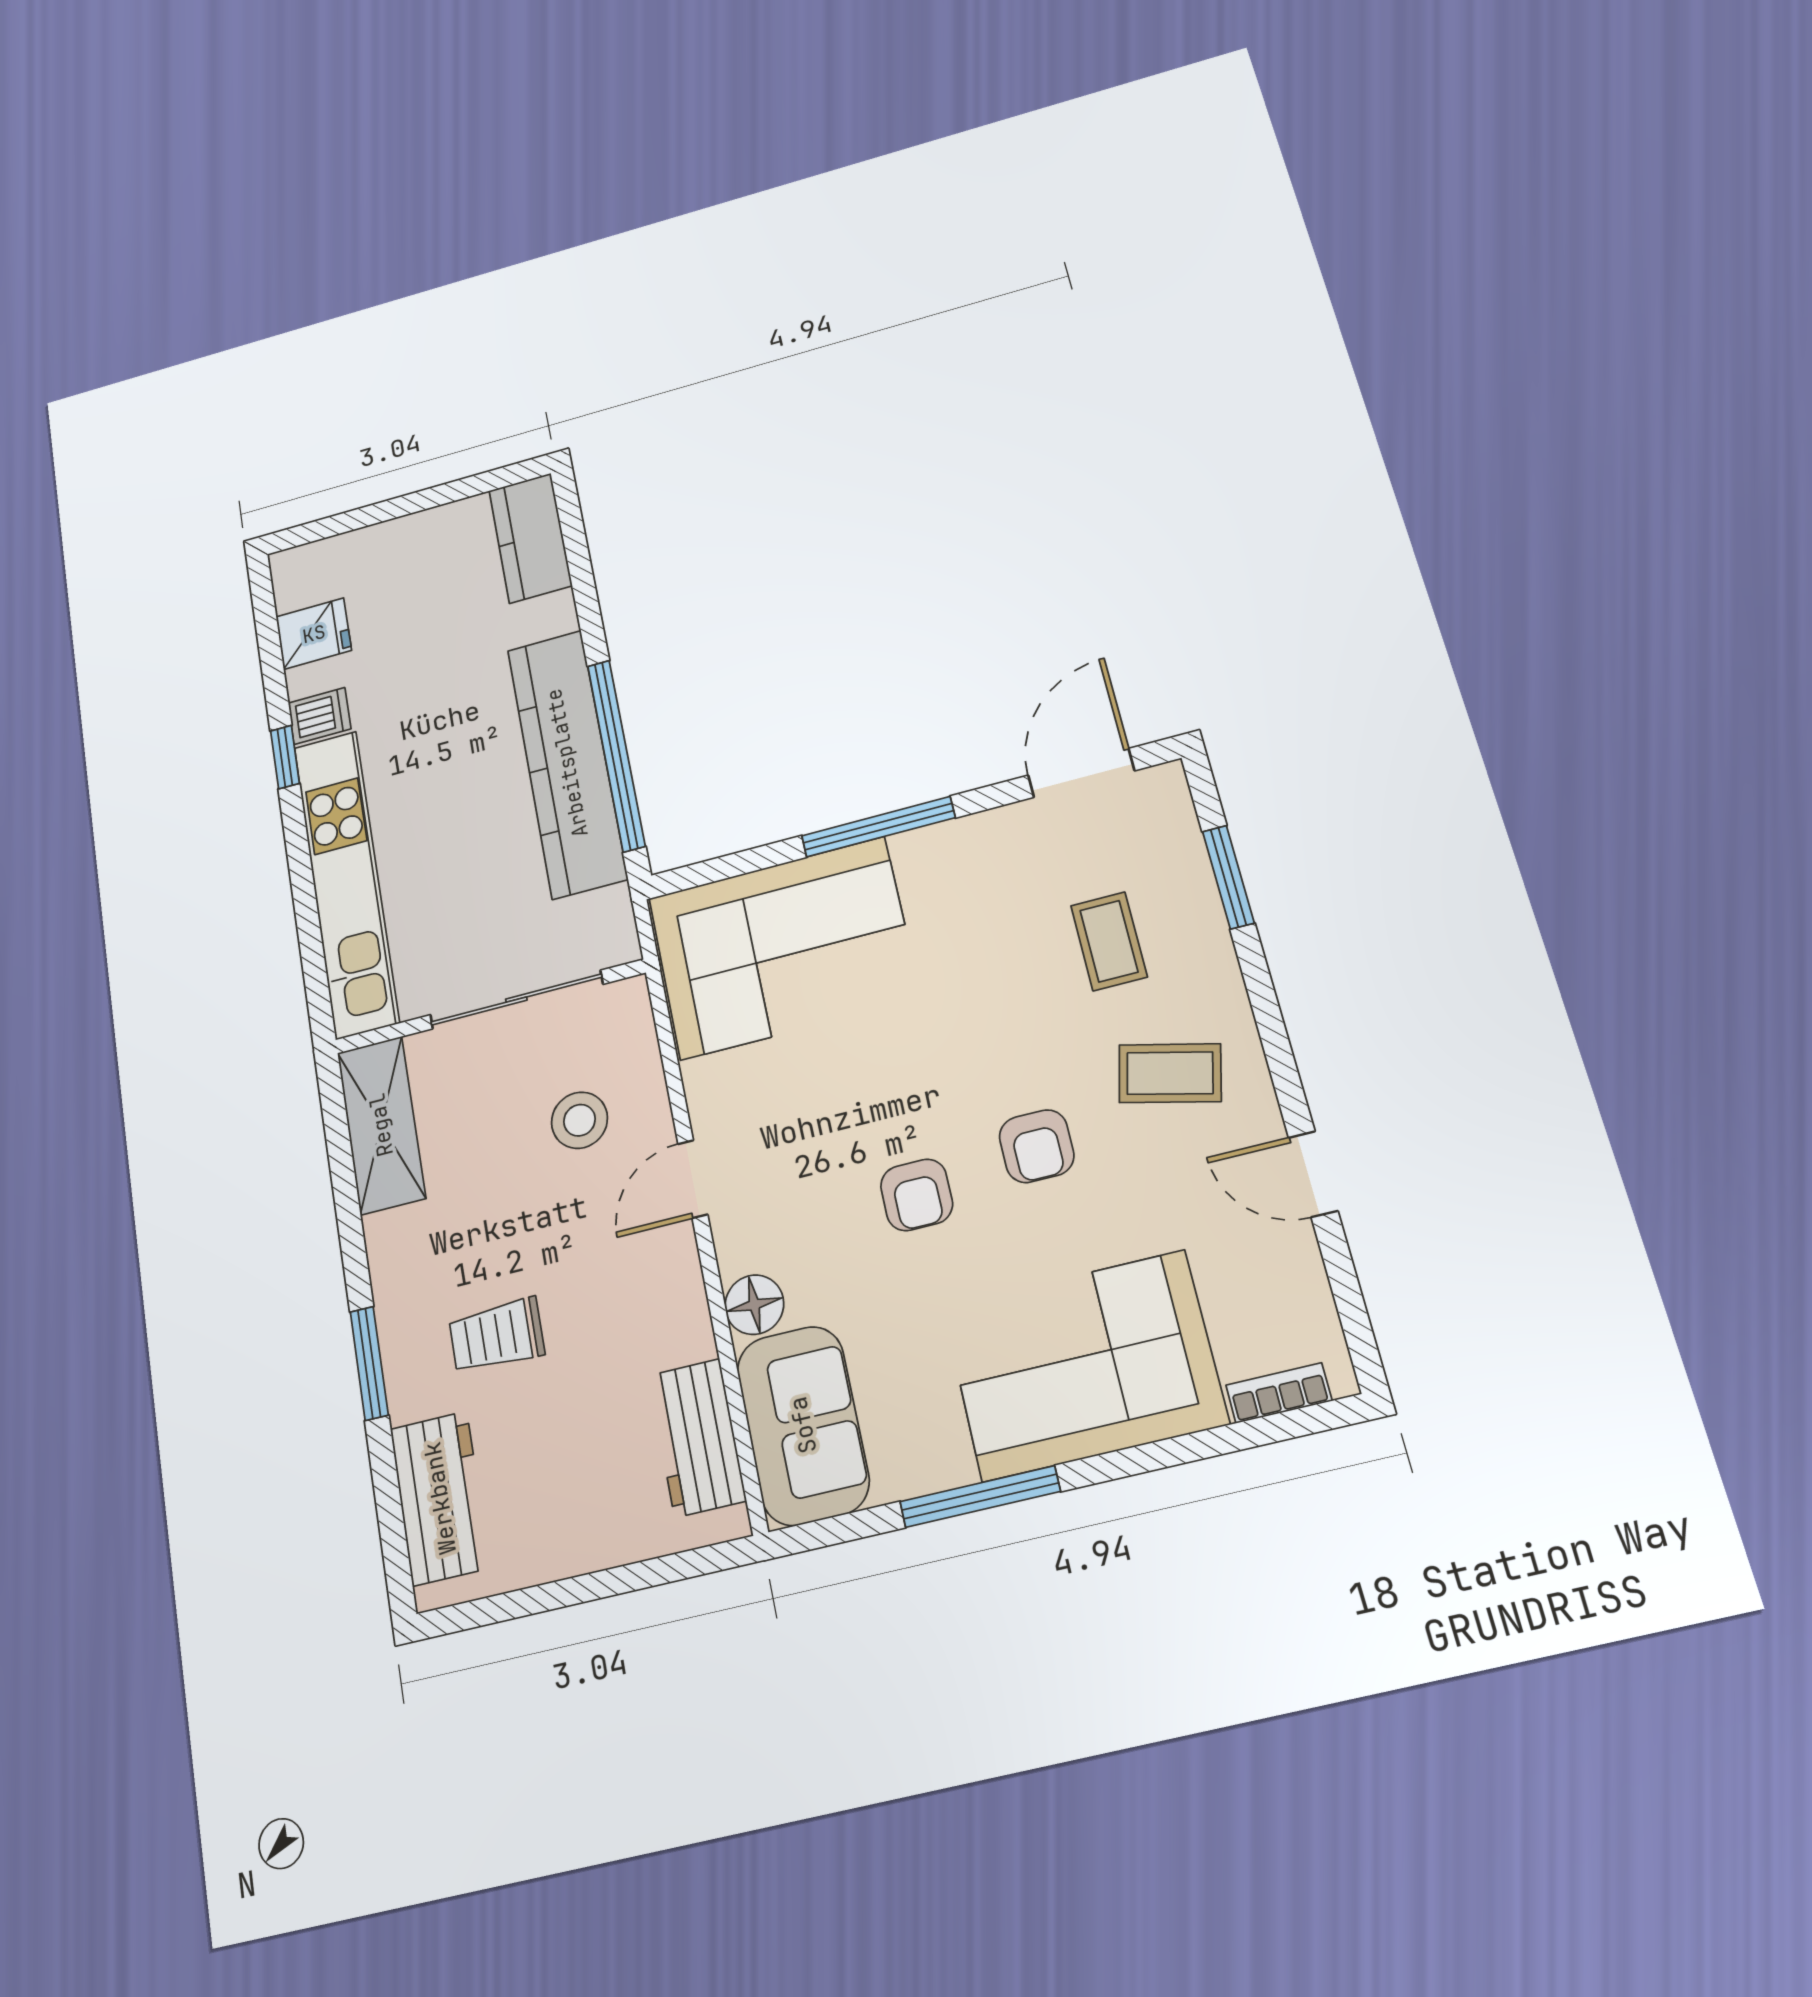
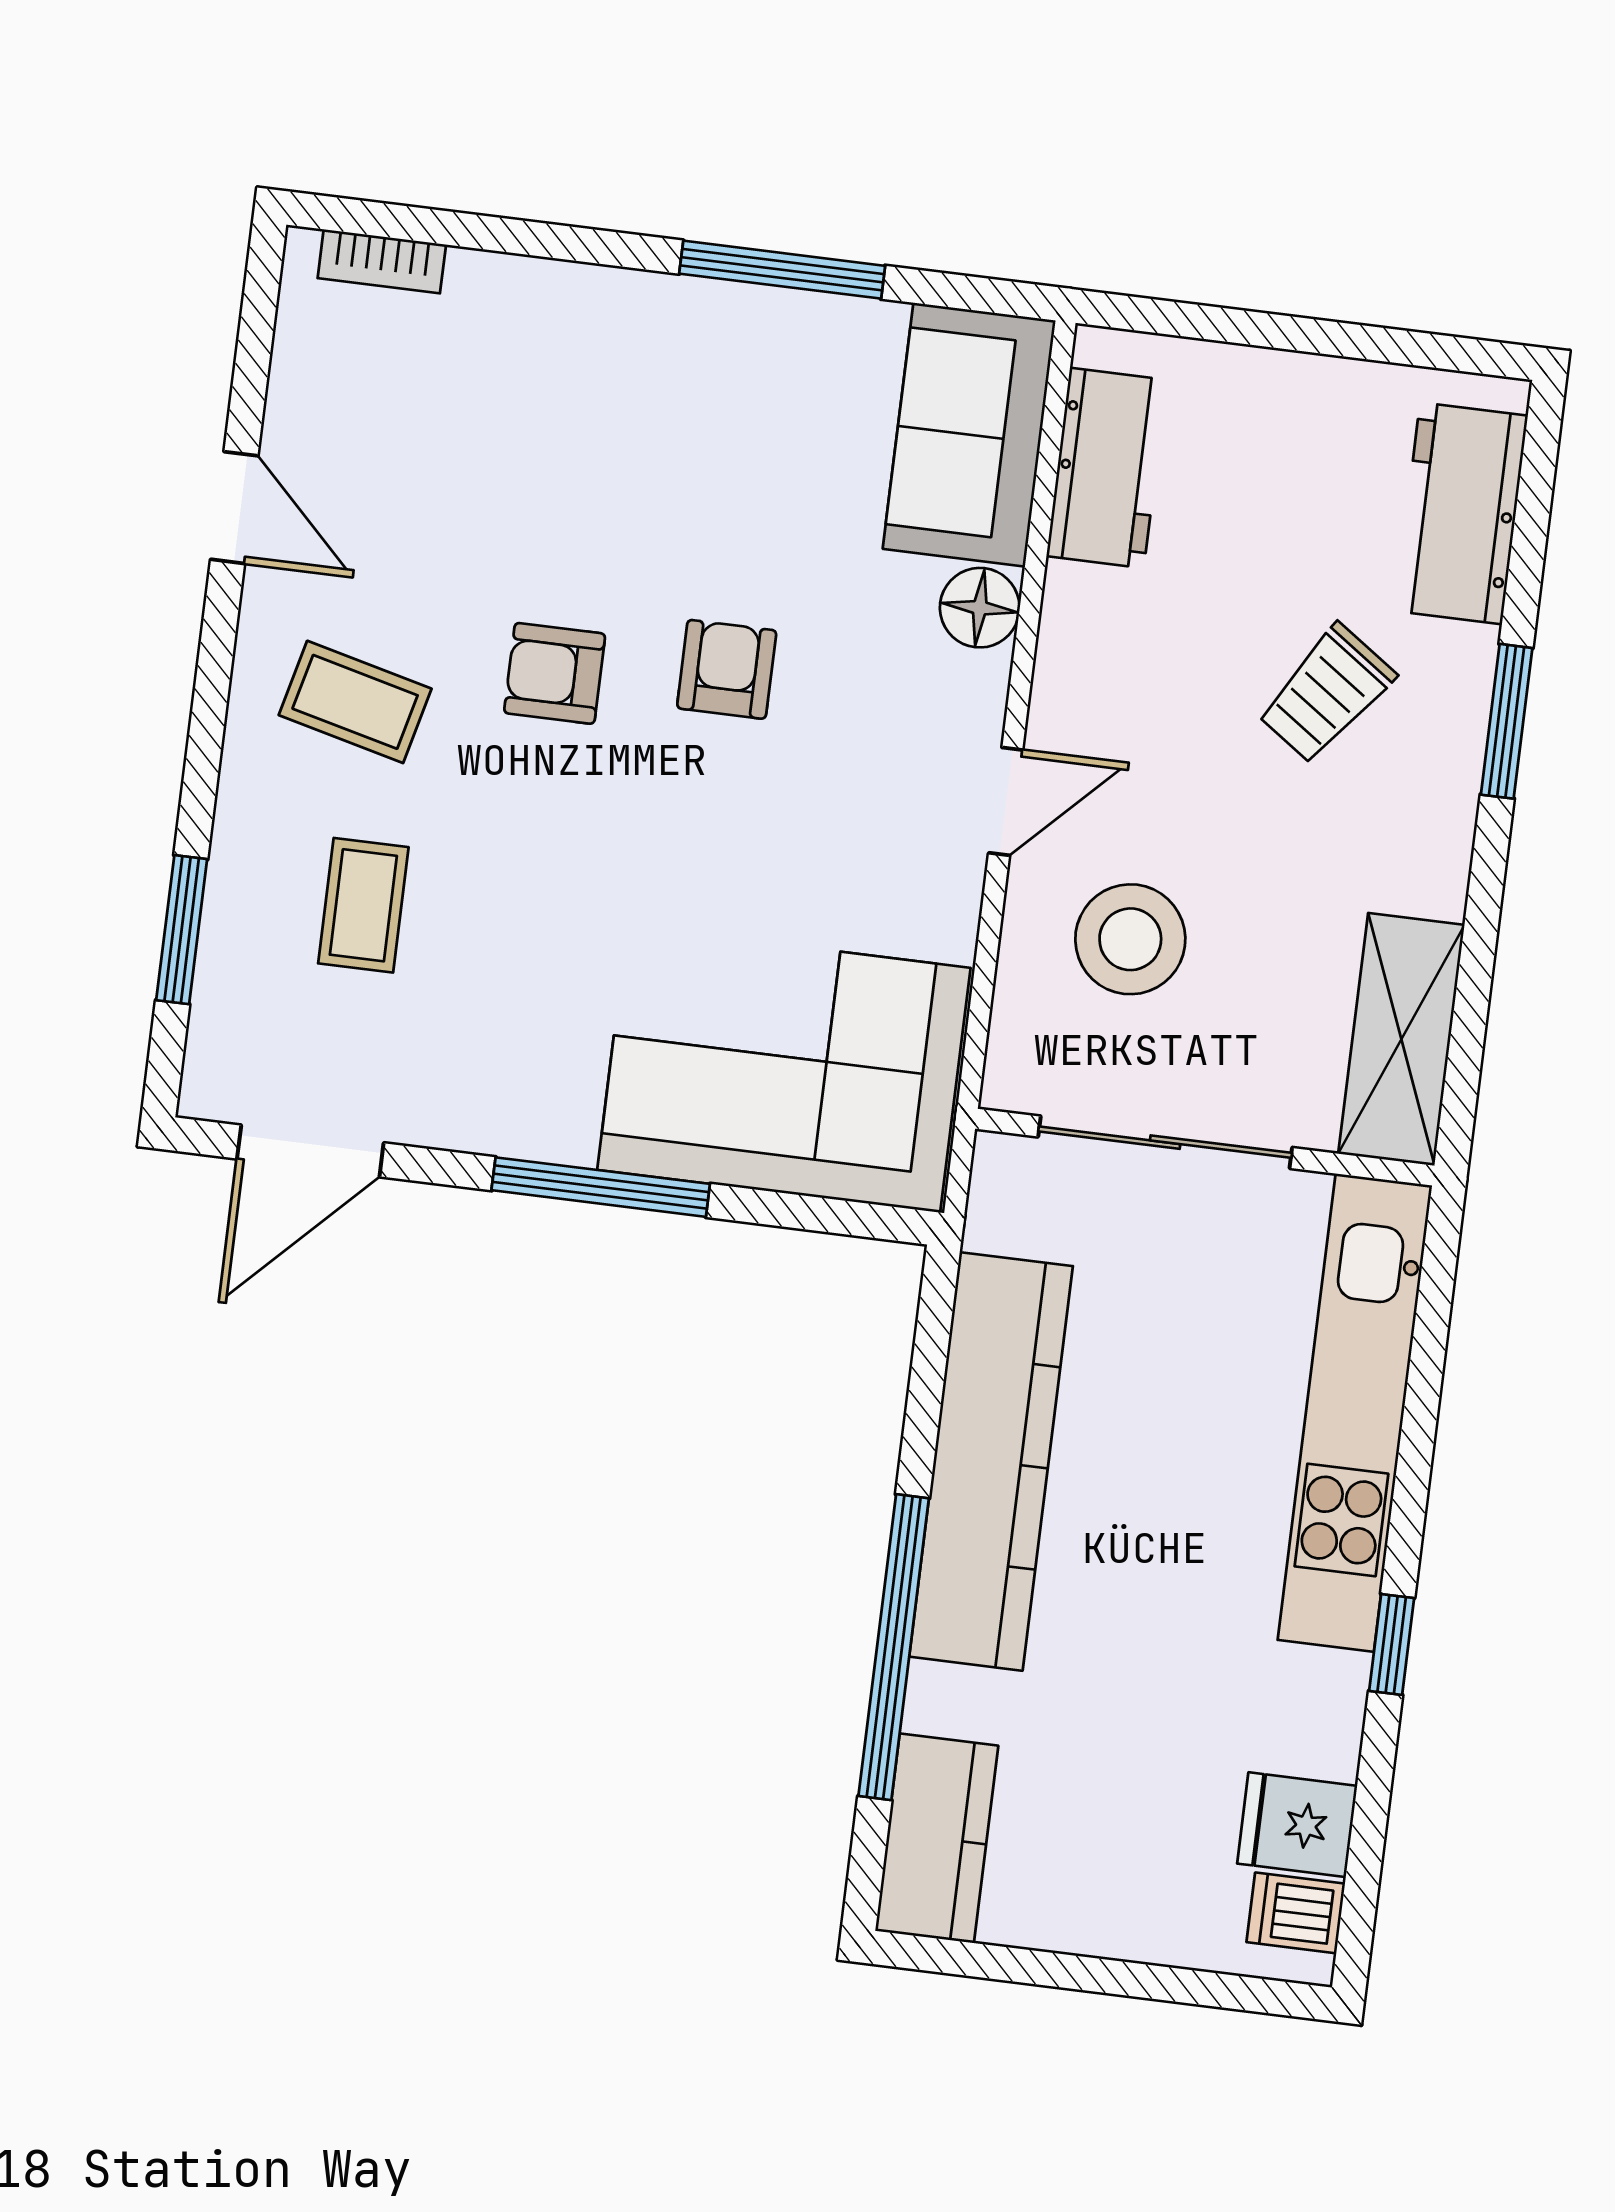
dishwasher: (319, 716) -> (1296, 1913), moved
window: (616, 755) -> (894, 1647), moved
stool: (579, 1120) -> (1130, 939), width x1.38, depth x1.38
armchair: (1037, 1146) -> (555, 673), turned -90
trolley: (497, 1336) -> (1326, 694), turned 125
corner sofa: (1084, 1365) -> (599, 380), removed

